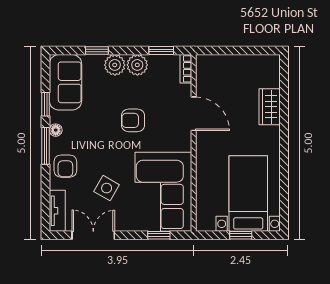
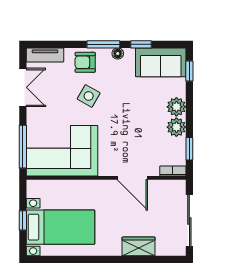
window: (97, 51) -> (189, 71), moved
sliding door: (241, 51) -> (189, 221), added
door: (194, 114) -> (132, 178), hinge flipped
armchair: (133, 120) -> (126, 123), removed
side table: (107, 188) -> (89, 96), moved
window: (159, 235) -> (23, 147), width x2.17

